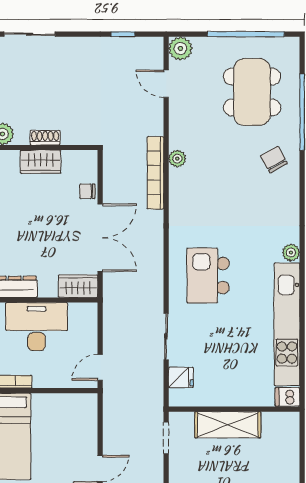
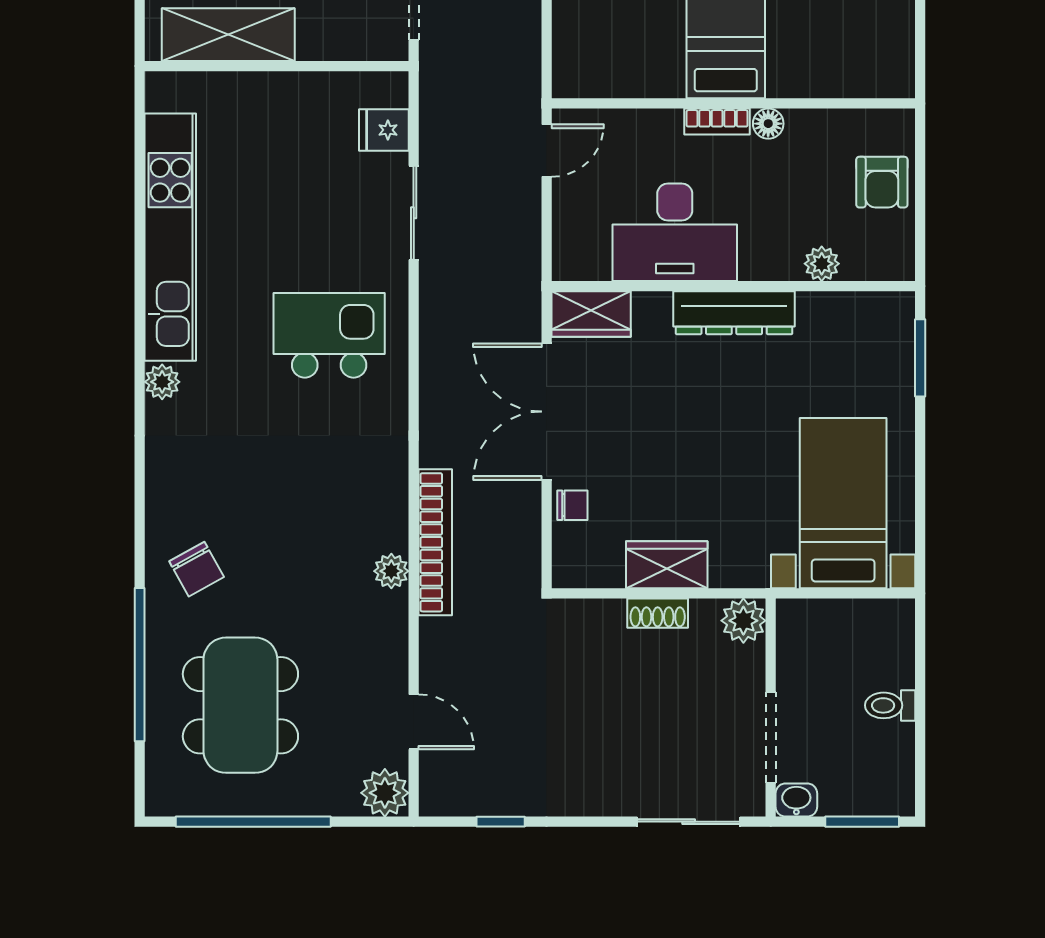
kitchen island: (208, 276) -> (329, 335), turned -90
dishwasher: (287, 397) -> (169, 91), removed
shelving: (228, 425) -> (228, 35), moved

